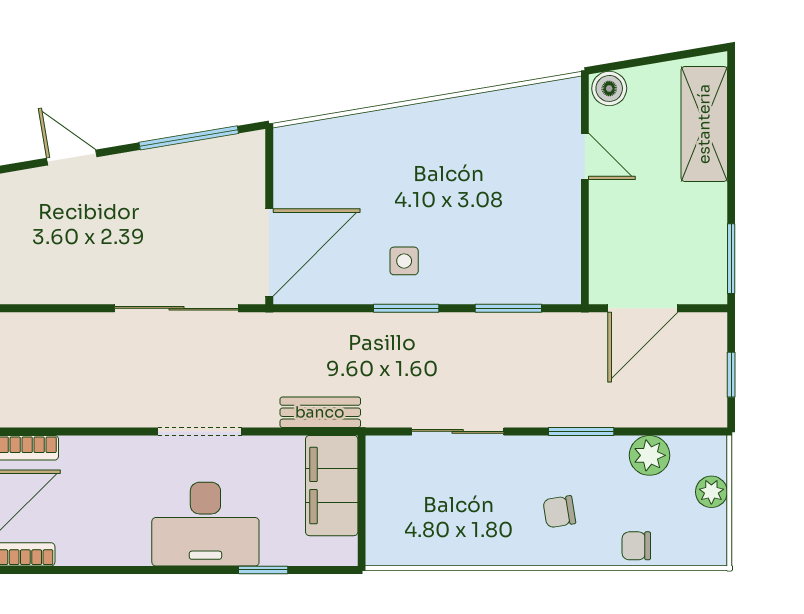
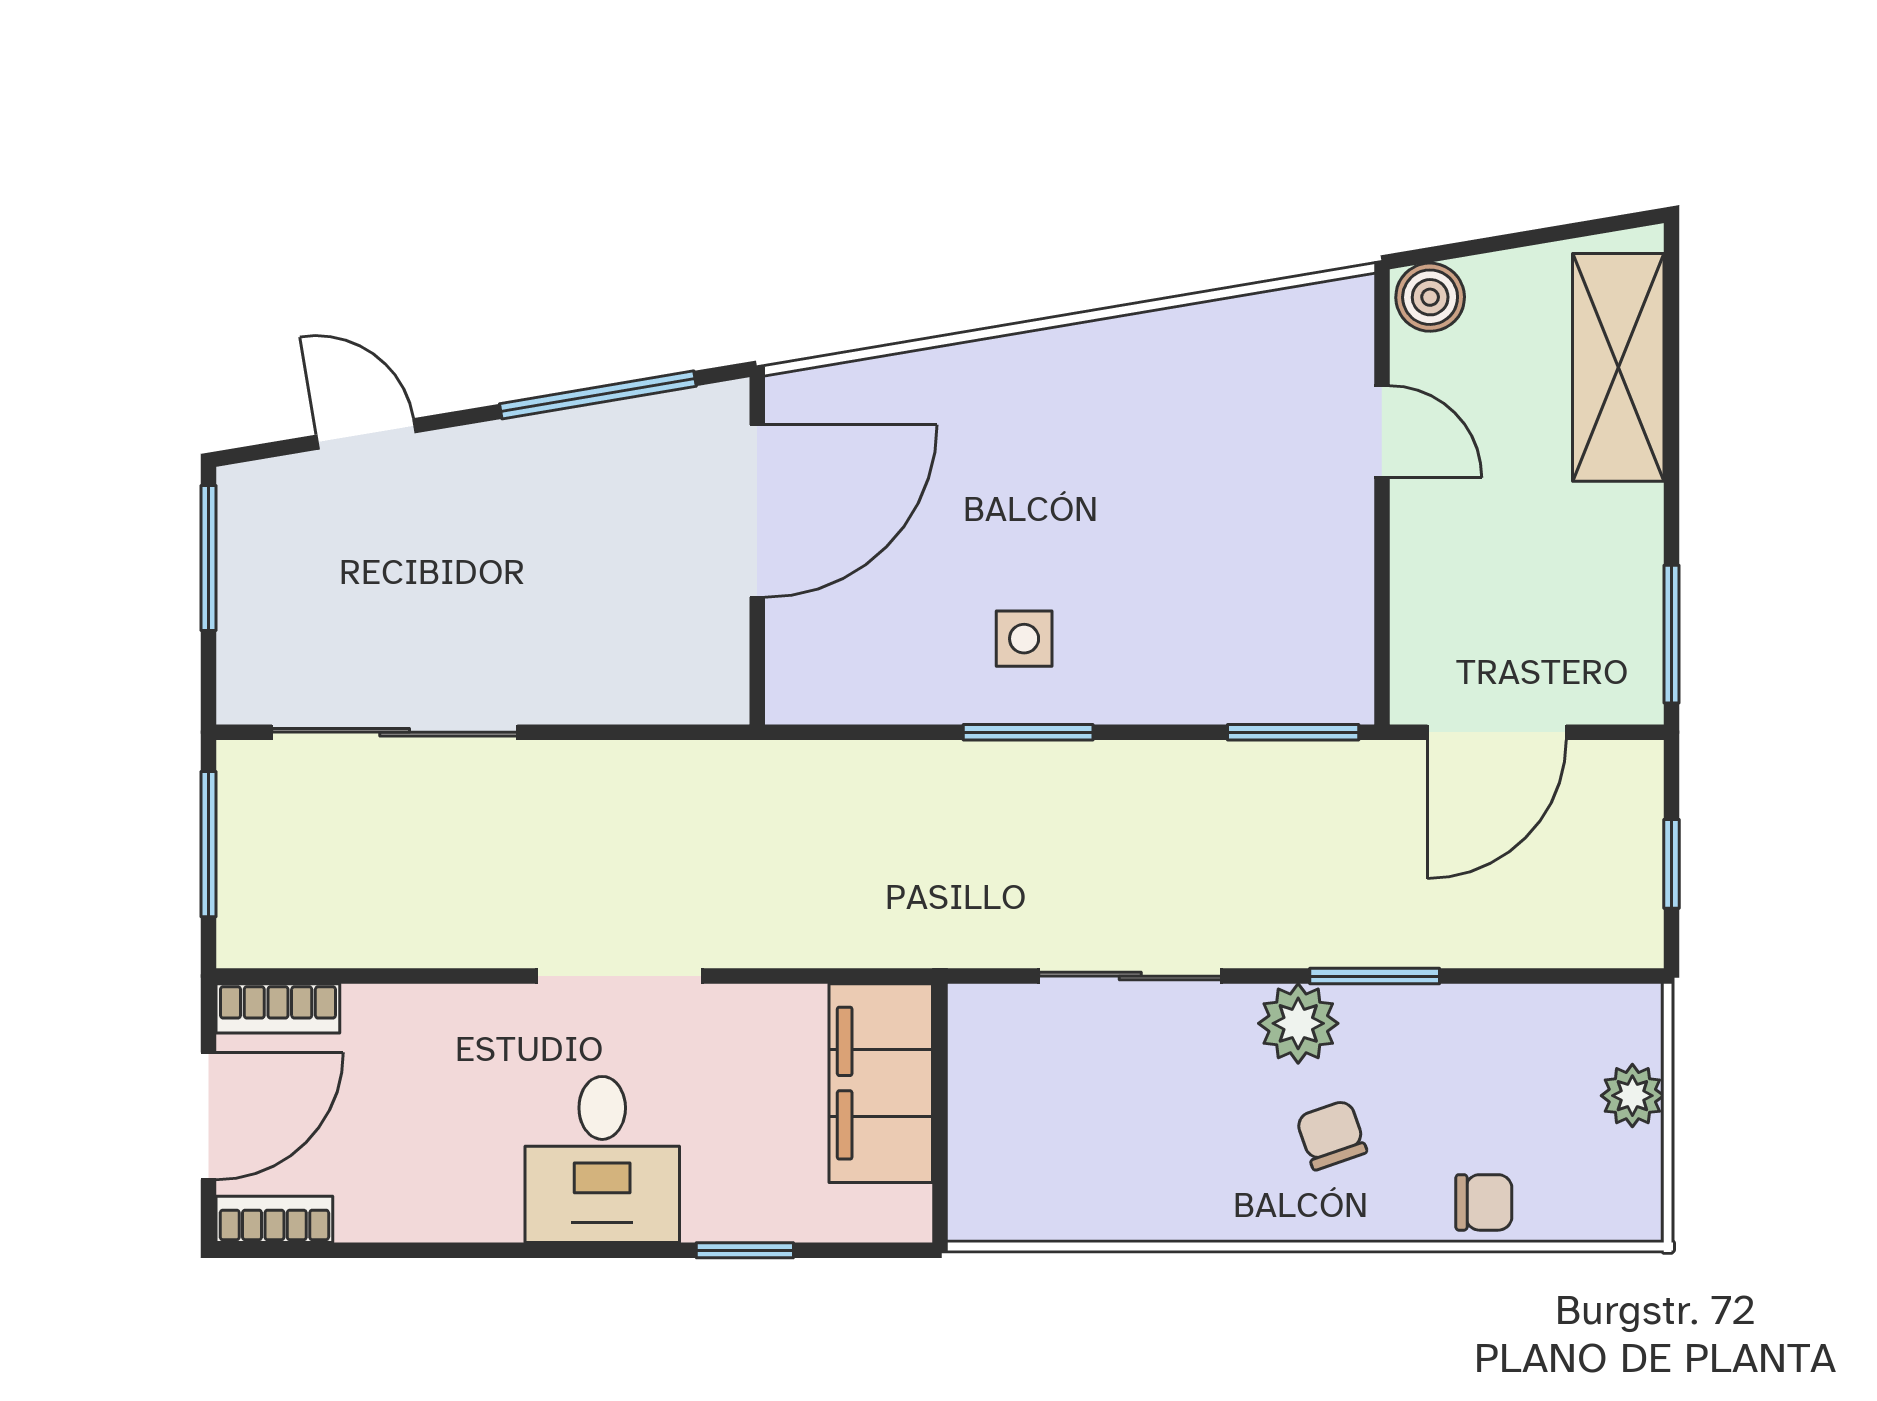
door: (269, 253) -> (757, 511), moved
sliding door: (176, 308) -> (395, 732), moved
window: (508, 308) -> (1293, 732), moved
bench: (320, 412) -> (858, 938), removed
plant: (649, 455) -> (1298, 1023), moved
chair: (559, 512) -> (1331, 1135), turned 80
desk: (205, 524) -> (602, 1159), width x0.73
chair: (636, 546) -> (1484, 1202), turned 180

